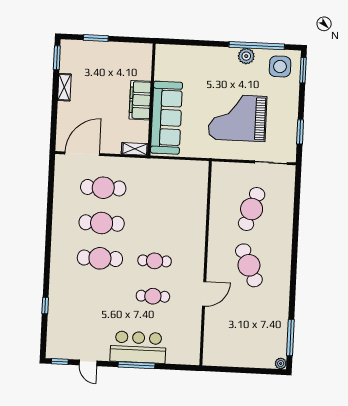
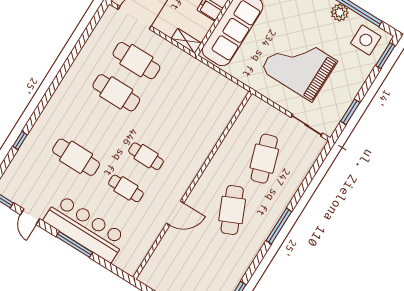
cafe table: (252, 209) -> (264, 159), turned -36
window: (294, 257) -> (279, 226), added
cafe table: (100, 258) -> (76, 157), moved
bar counter: (138, 347) -> (85, 228), width x1.36

